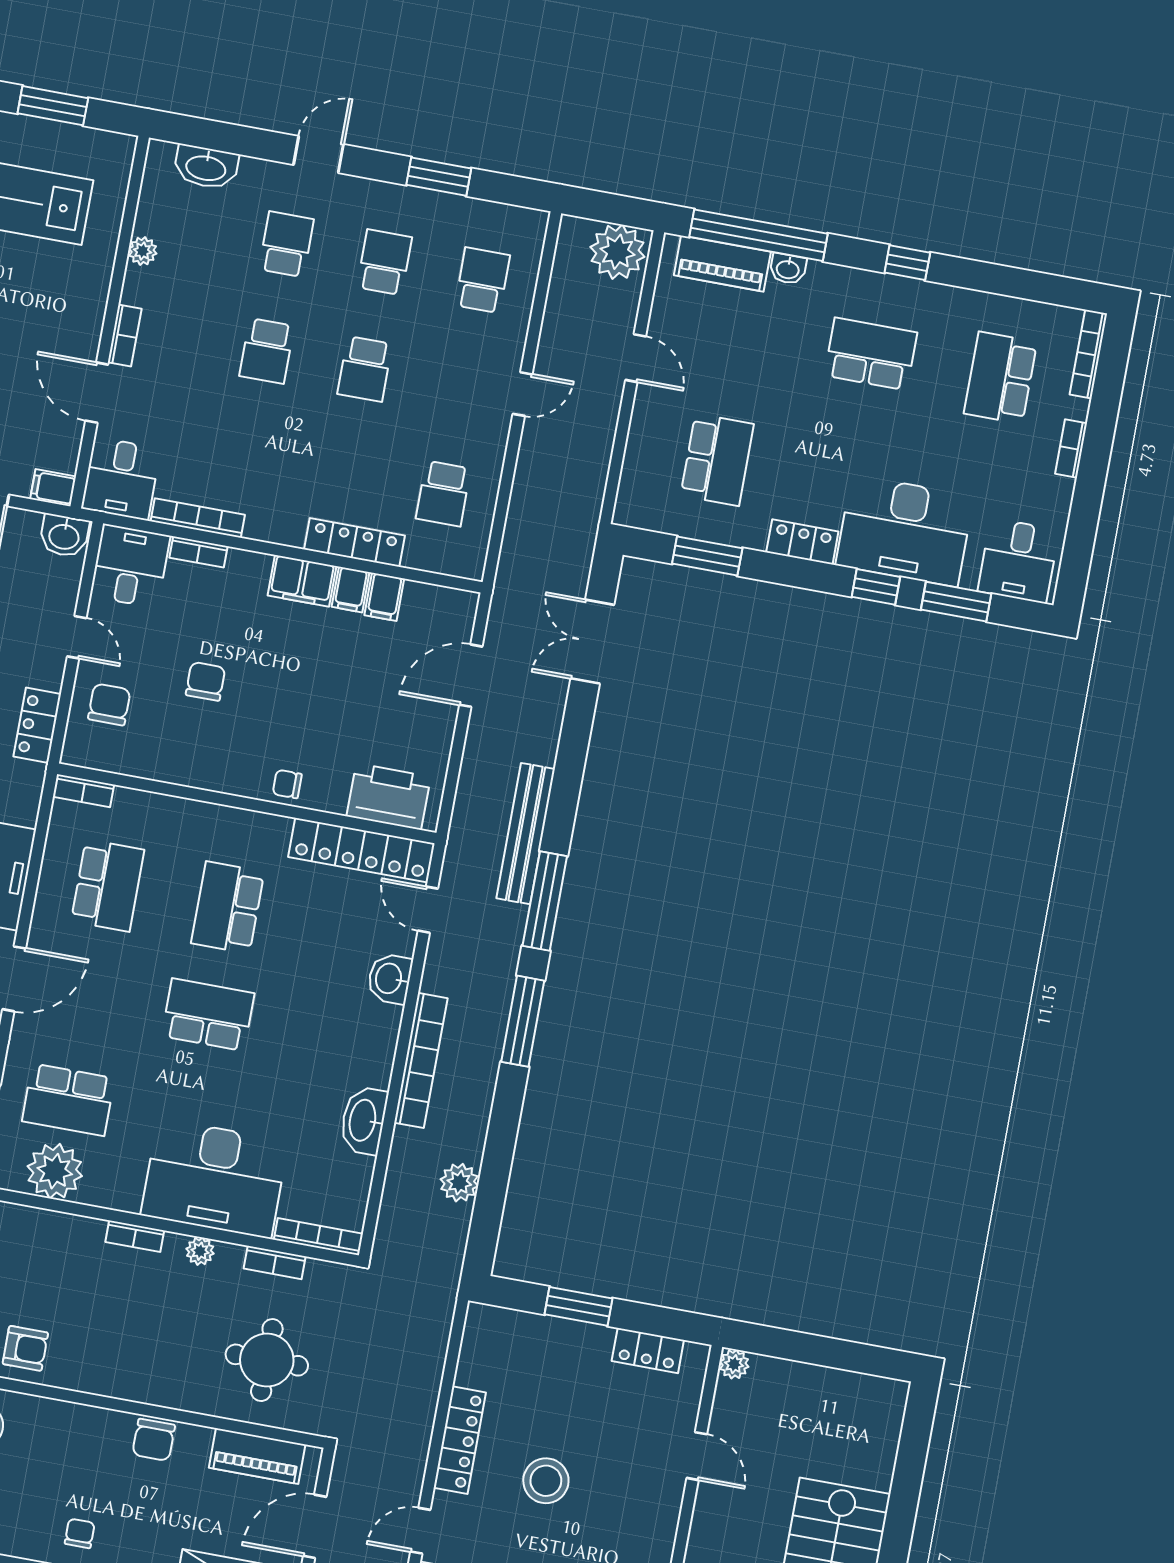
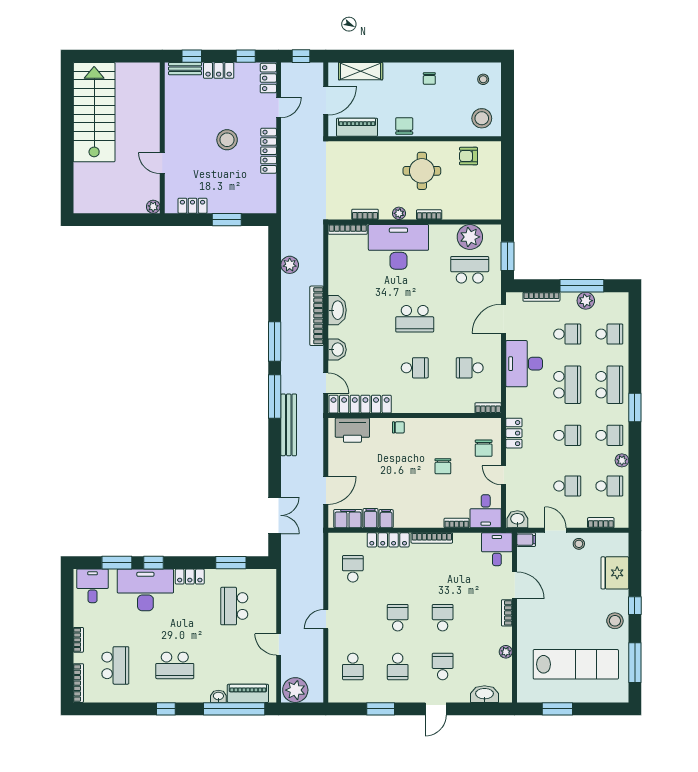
school desk: (286, 244) -> (443, 666), turned 180
bookcase: (198, 518) -> (432, 538), moved
filing cabinet: (302, 581) -> (348, 519), moved
school desk: (108, 886) -> (470, 368), width x0.54
school desk: (228, 908) -> (415, 368), width x0.54
washbasin: (364, 1120) -> (337, 310), moved
round table: (267, 1360) -> (422, 171), moved

